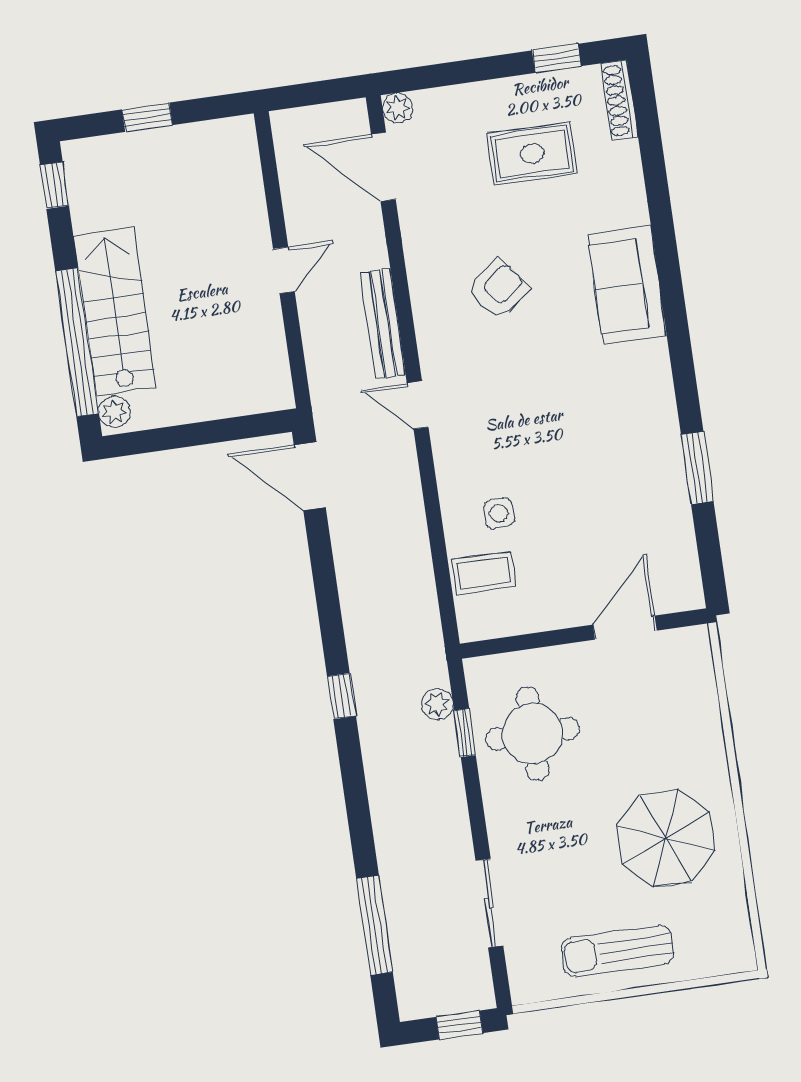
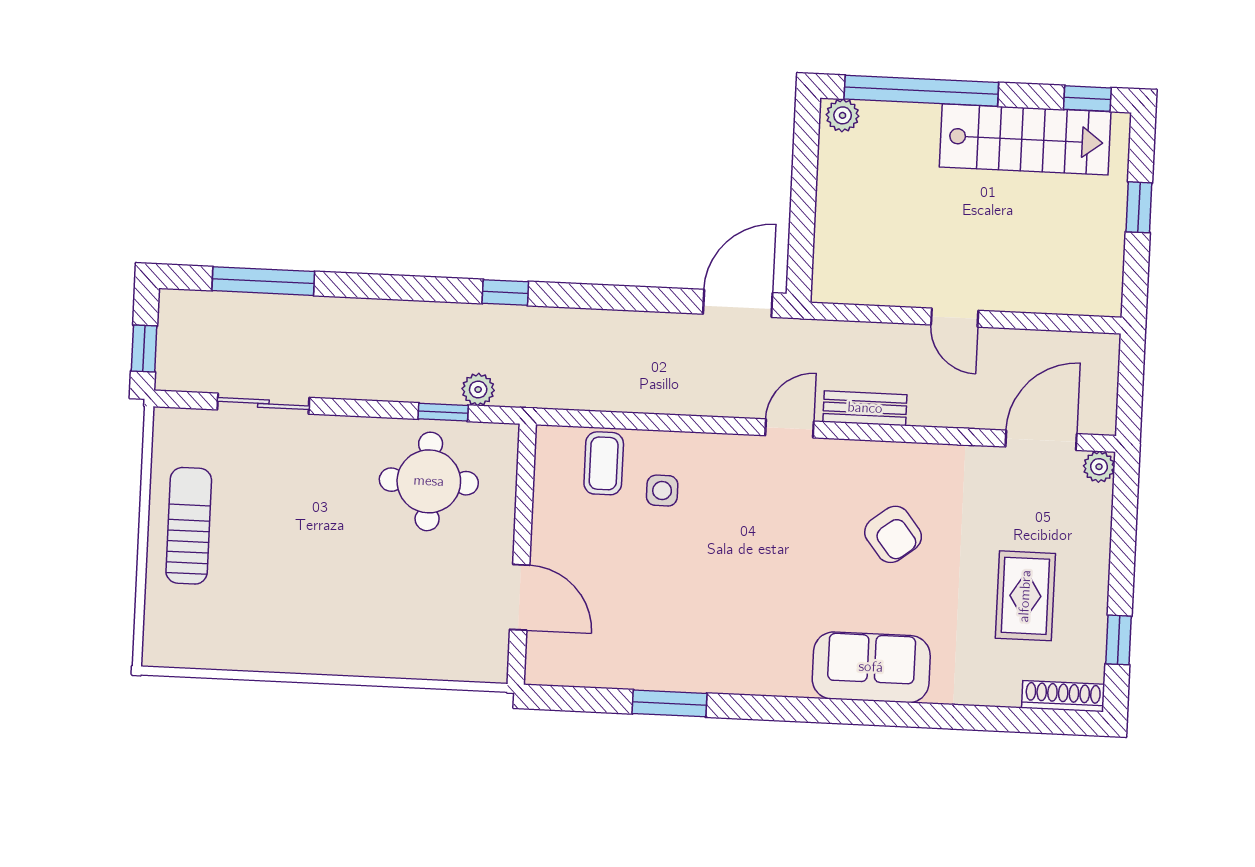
stairs: (115, 311) -> (1025, 139), moved
bench: (383, 324) -> (865, 408), width x0.73
parasol: (666, 838) -> (295, 598), removed

